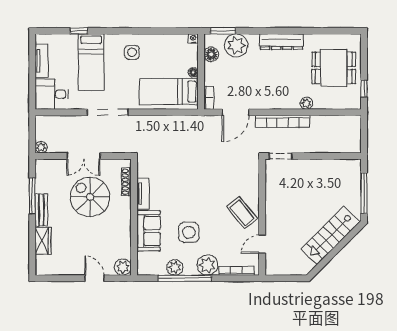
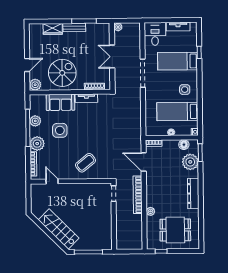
dining table: (334, 68) -> (175, 230), turned 90
bed: (169, 92) -> (177, 112), moved, turned -90
spiral stairs: (90, 197) -> (62, 73), moved
coffee table: (242, 213) -> (86, 163), moved

